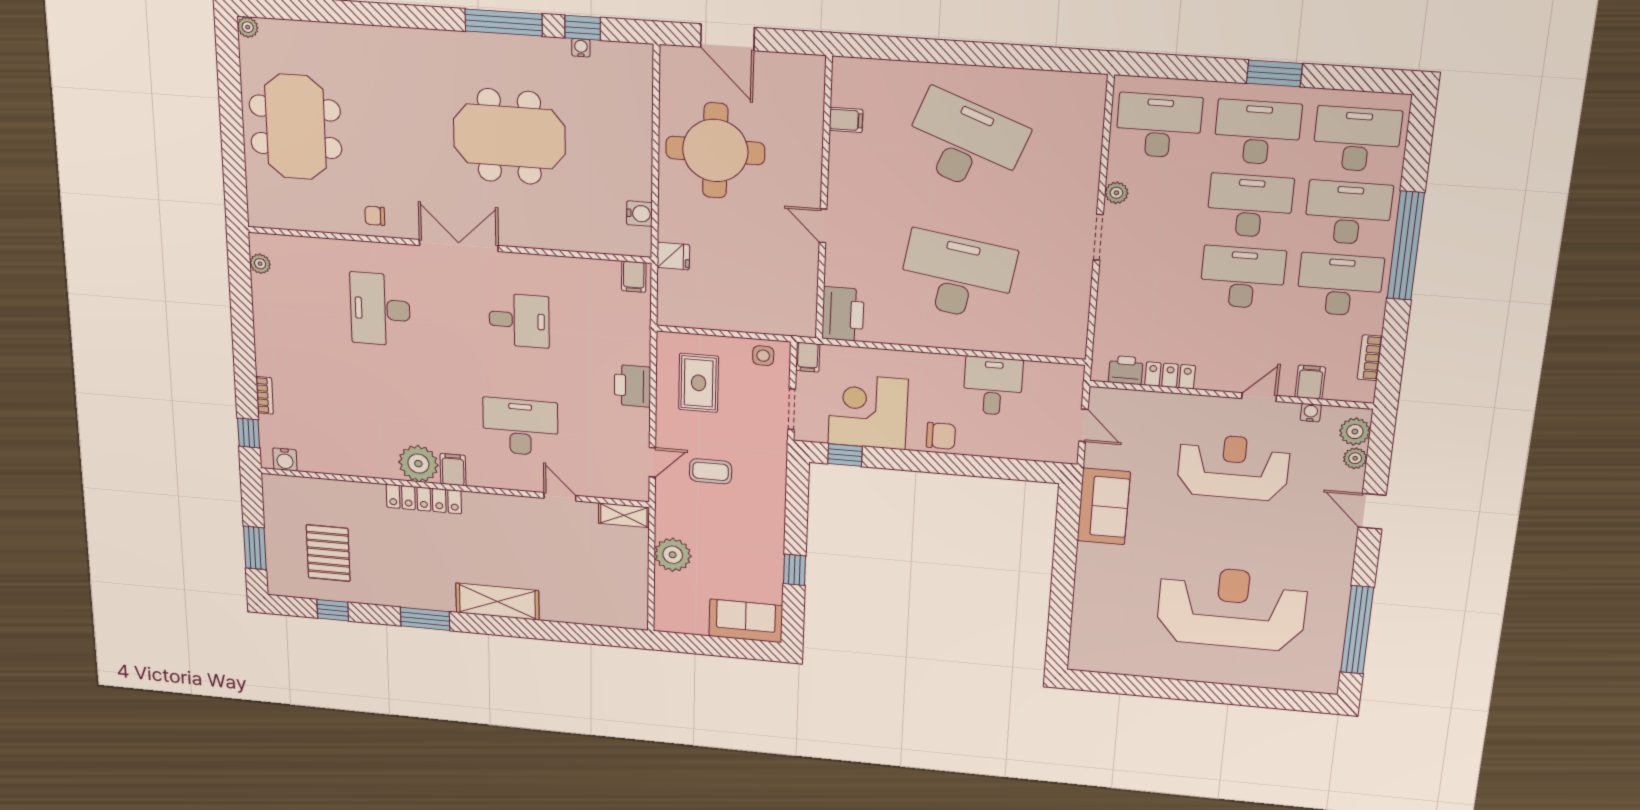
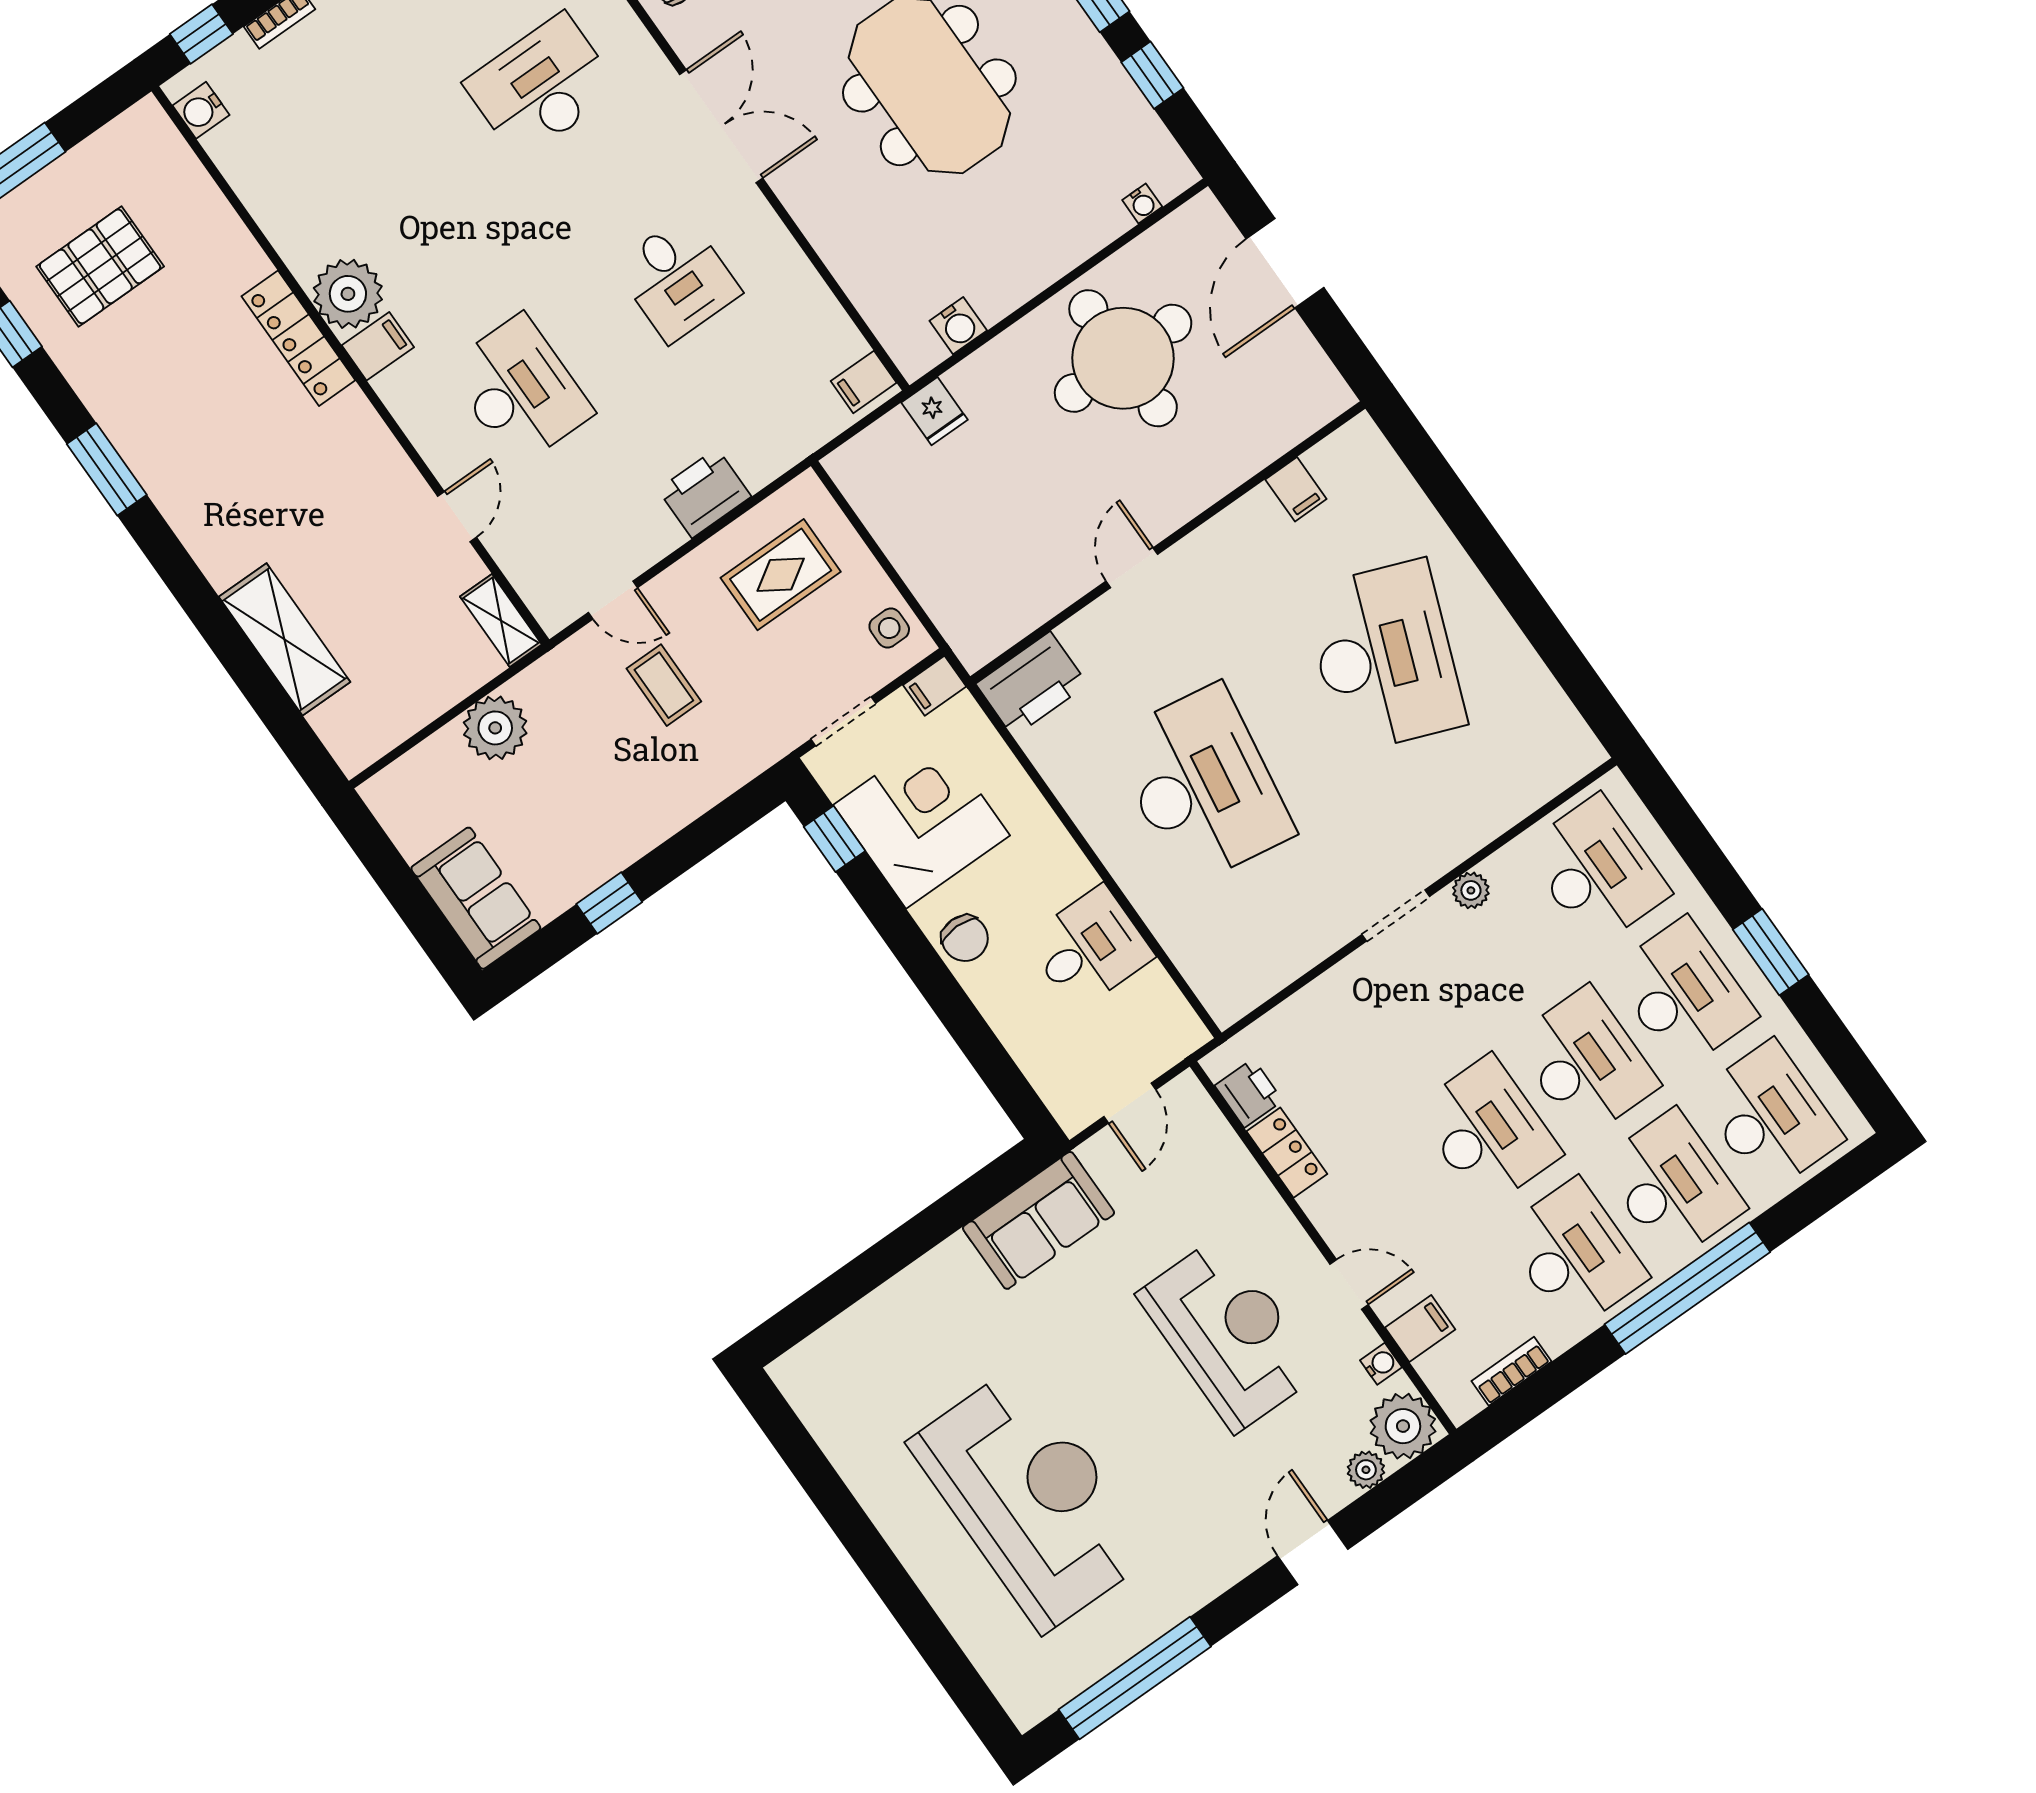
water cooler: (581, 48) -> (1142, 203), moved, turned 90
plant: (1355, 432) -> (1403, 1426), width x1.36, depth x1.36
shelving: (497, 602) -> (284, 639), moved

